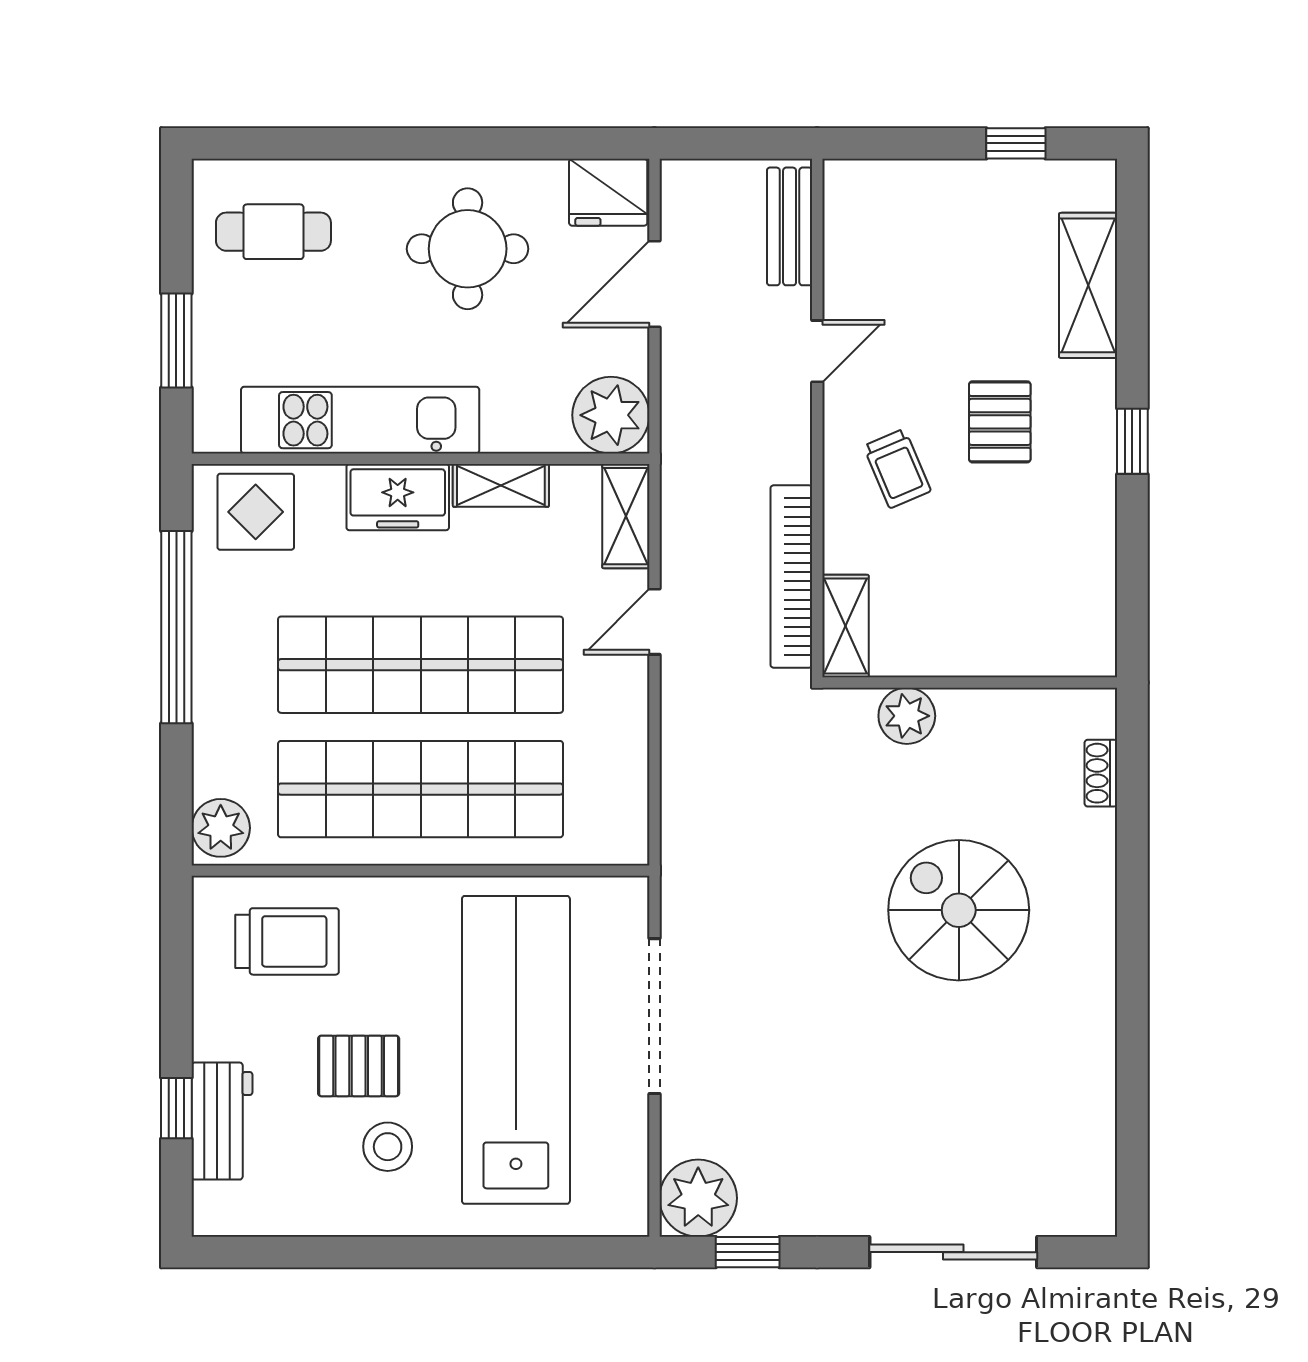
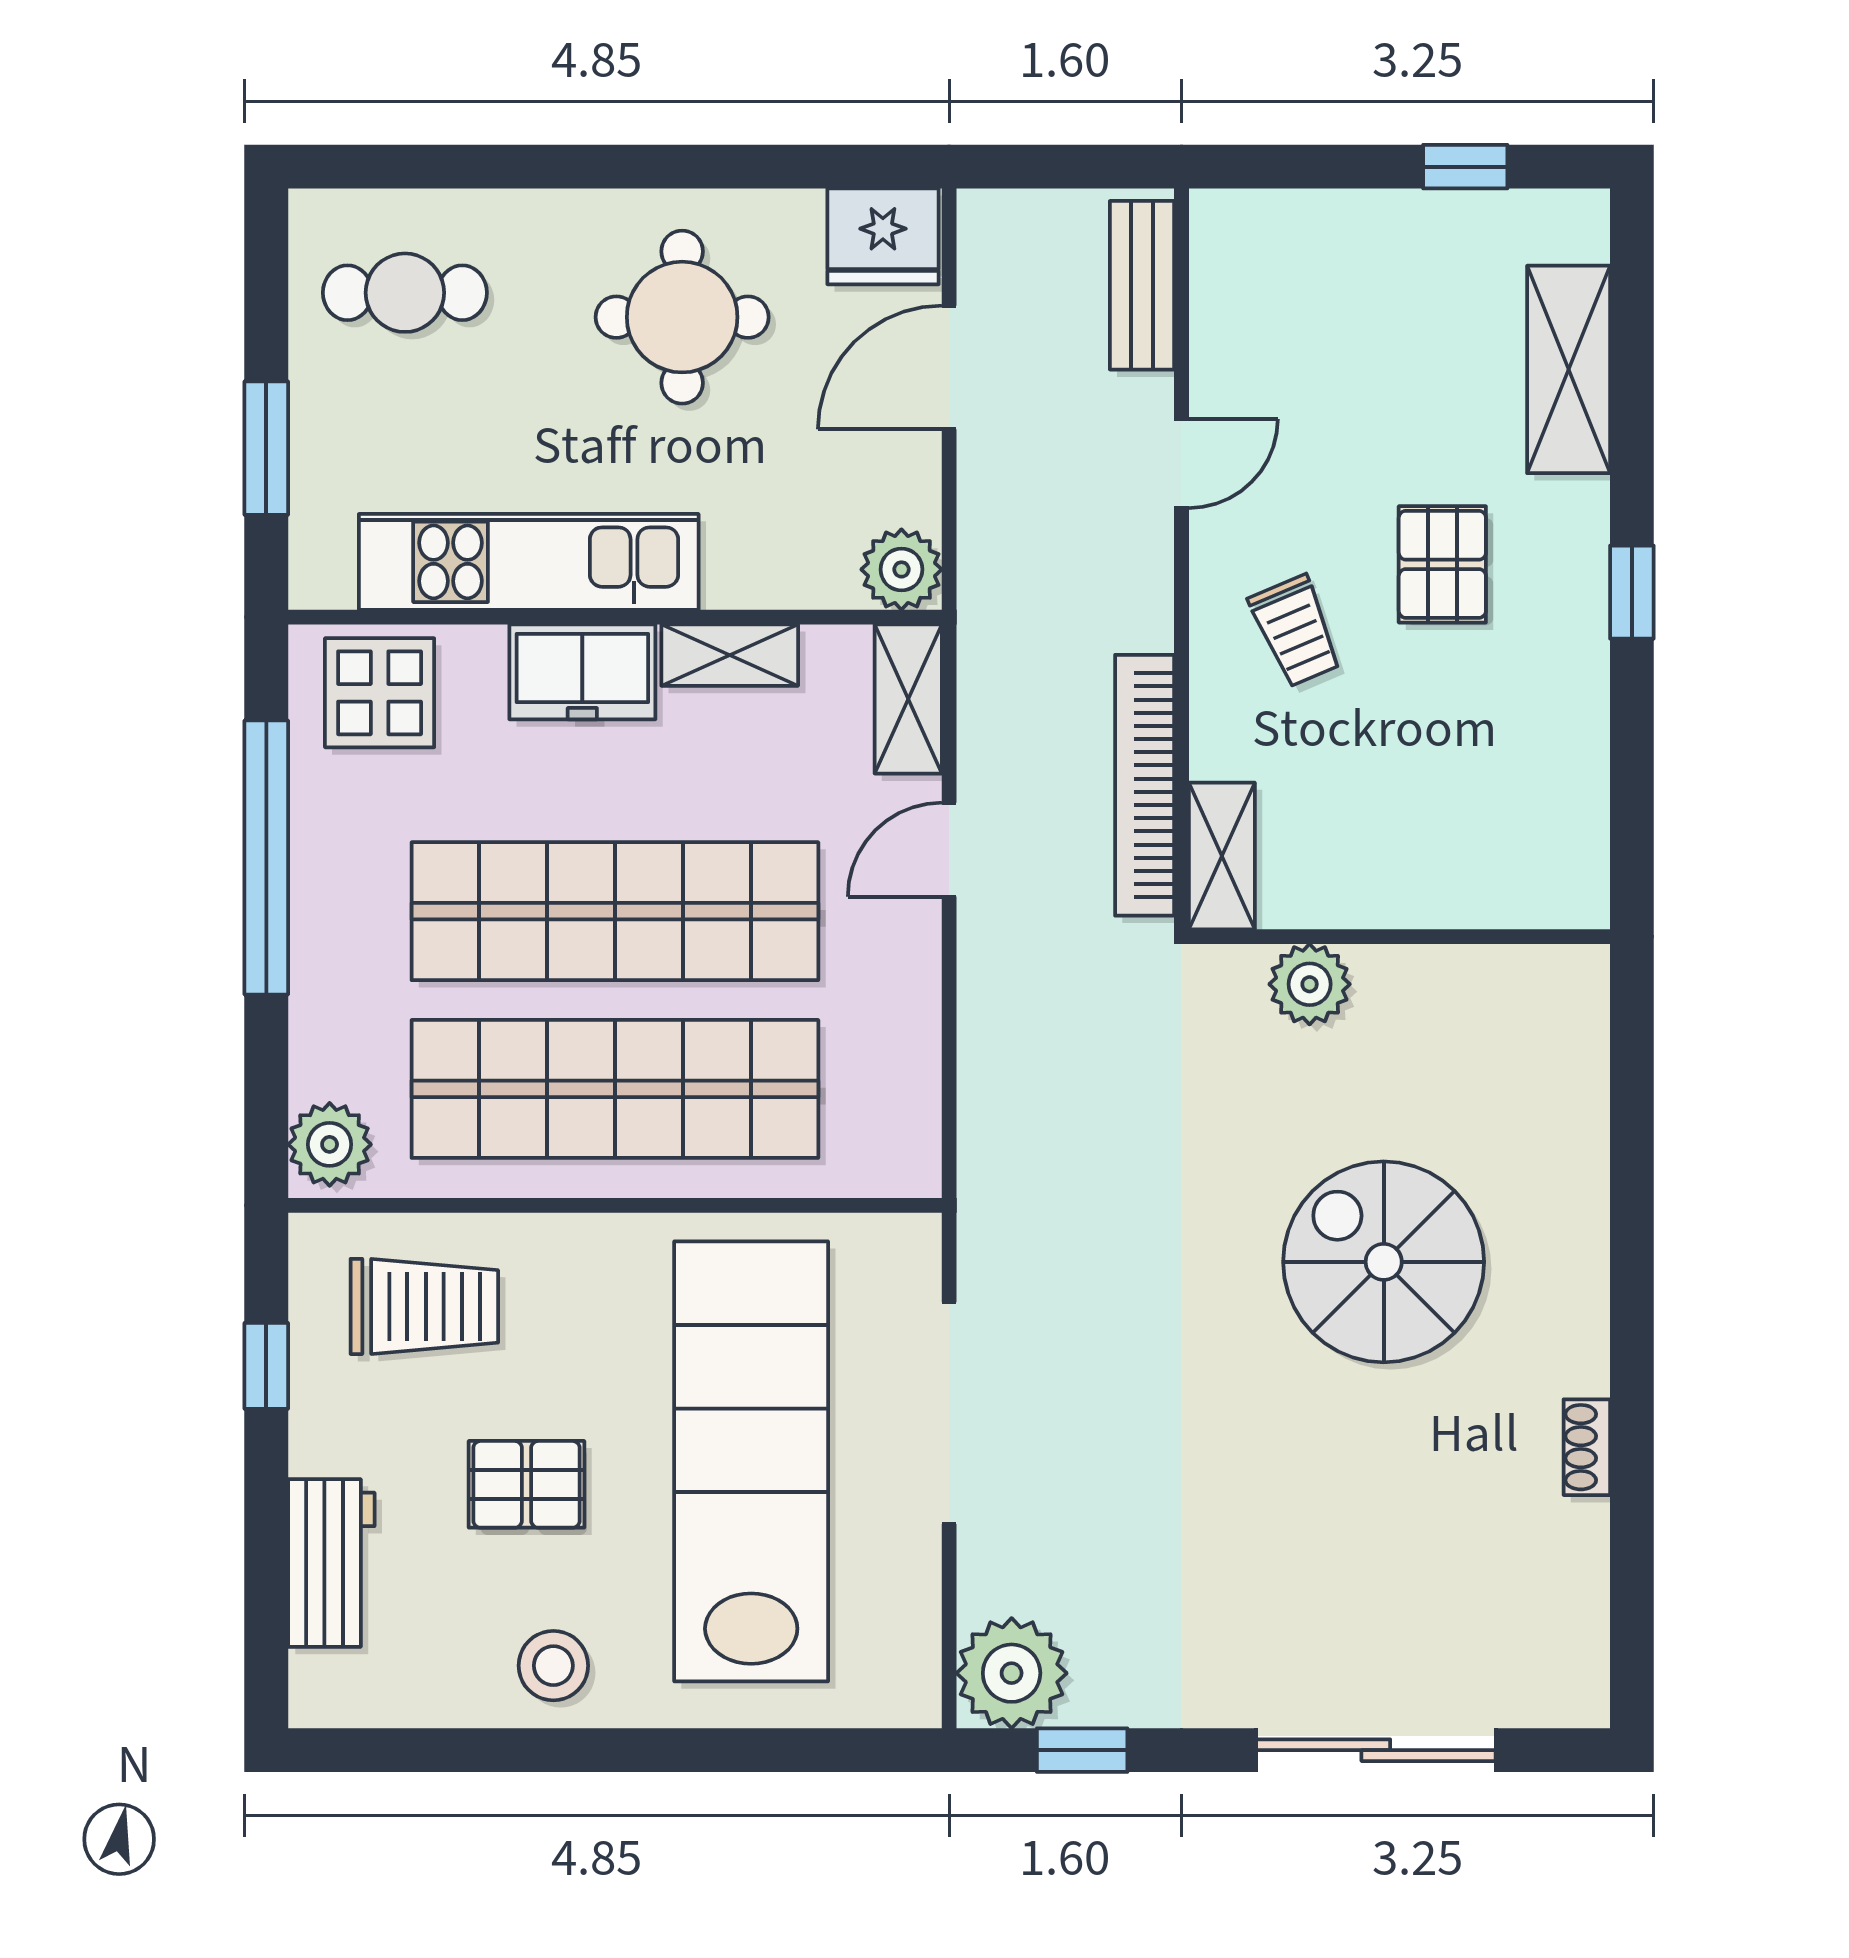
plant: (611, 415) -> (901, 569), width x0.73, depth x0.73
shoe rack: (1101, 773) -> (1587, 1447), moved
window: (176, 1108) -> (266, 1366), moved
stool: (388, 1147) -> (553, 1666), moved

